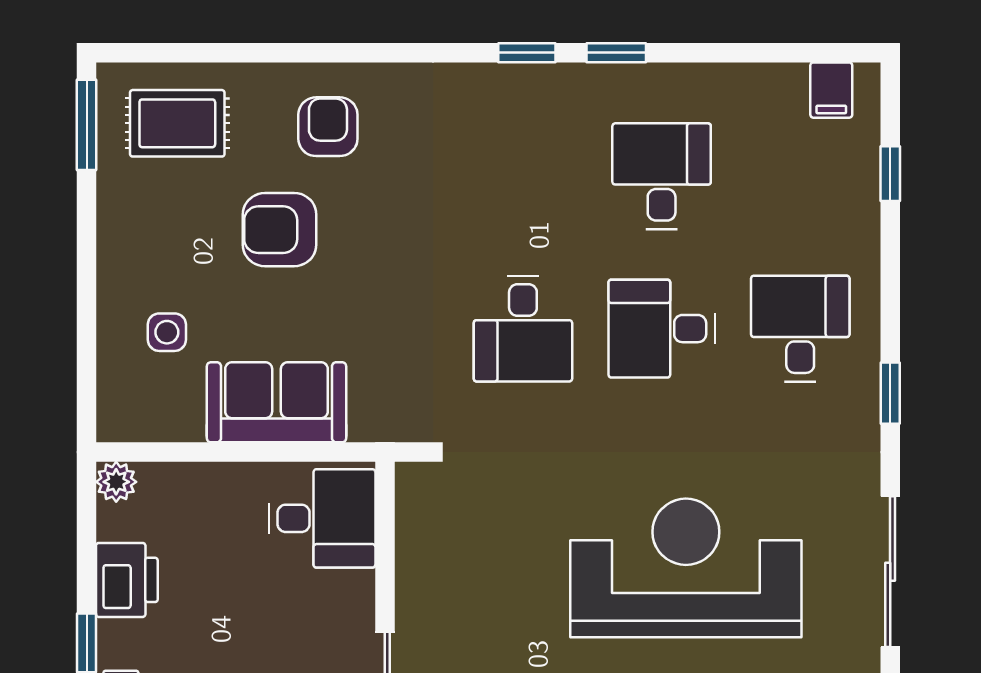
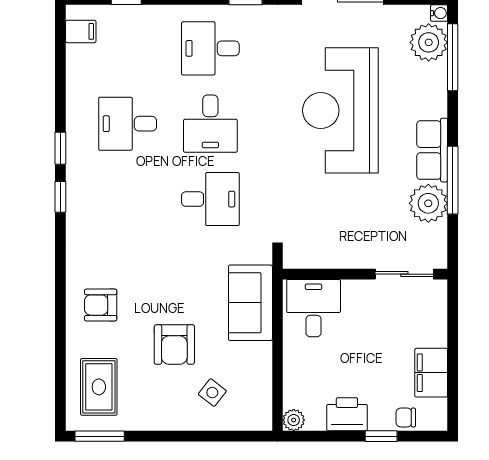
armchair: (280, 230) -> (174, 344), moved
side table: (167, 332) -> (212, 393), turned 38
sofa: (277, 402) -> (250, 303), moved

